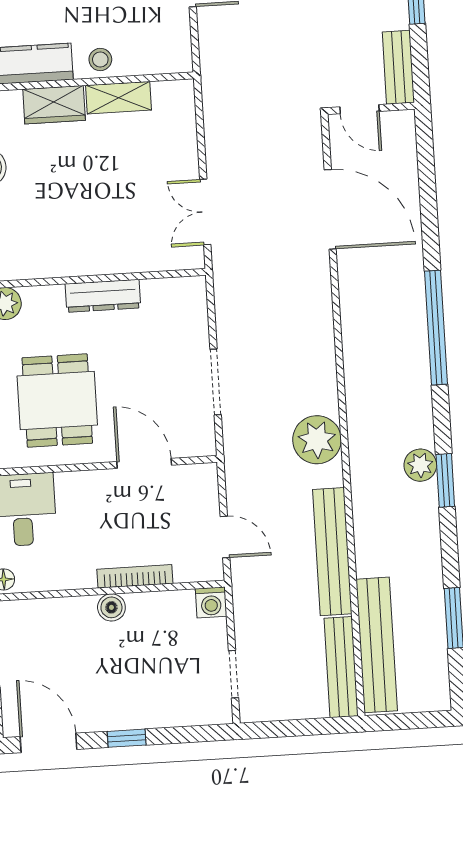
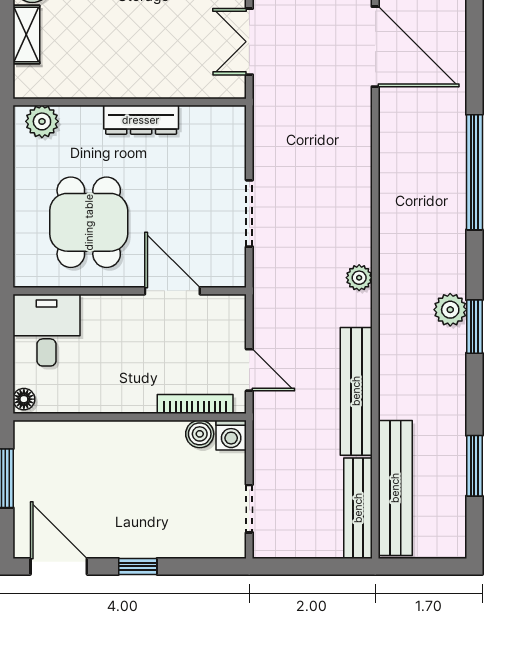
plant: (317, 440) -> (359, 278), width x0.53, depth x0.53
bookcase: (135, 576) -> (195, 404), moved
boiler: (111, 607) -> (200, 434), moved

